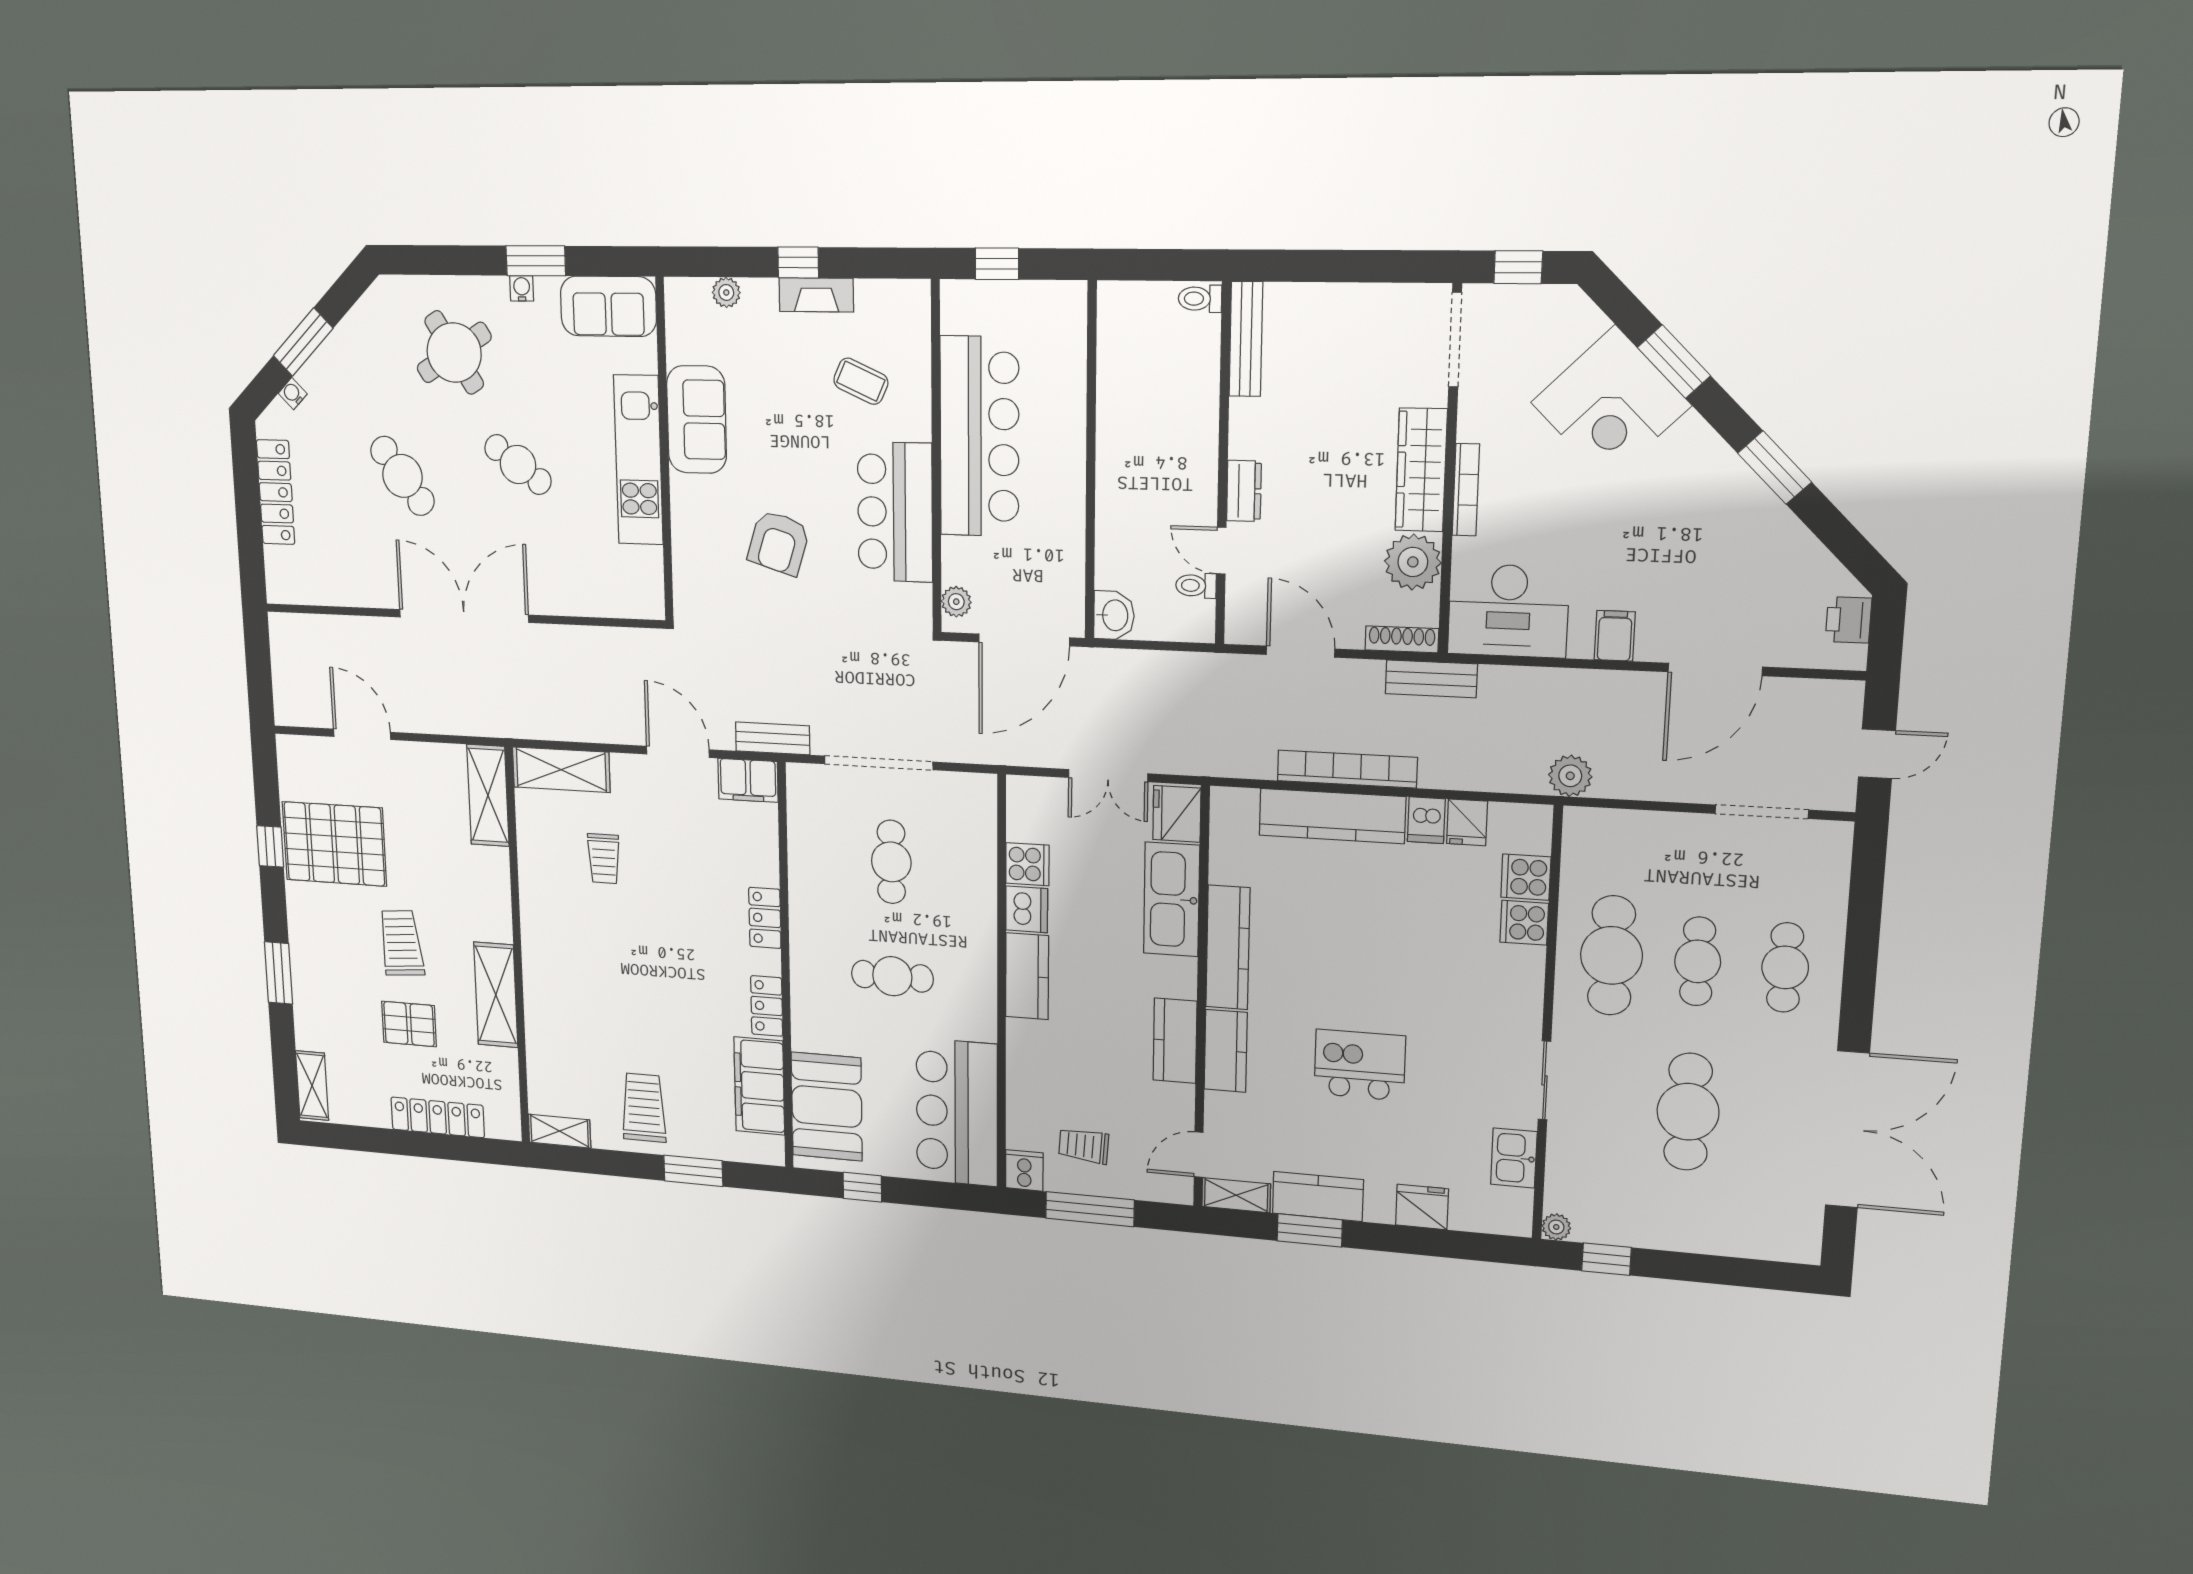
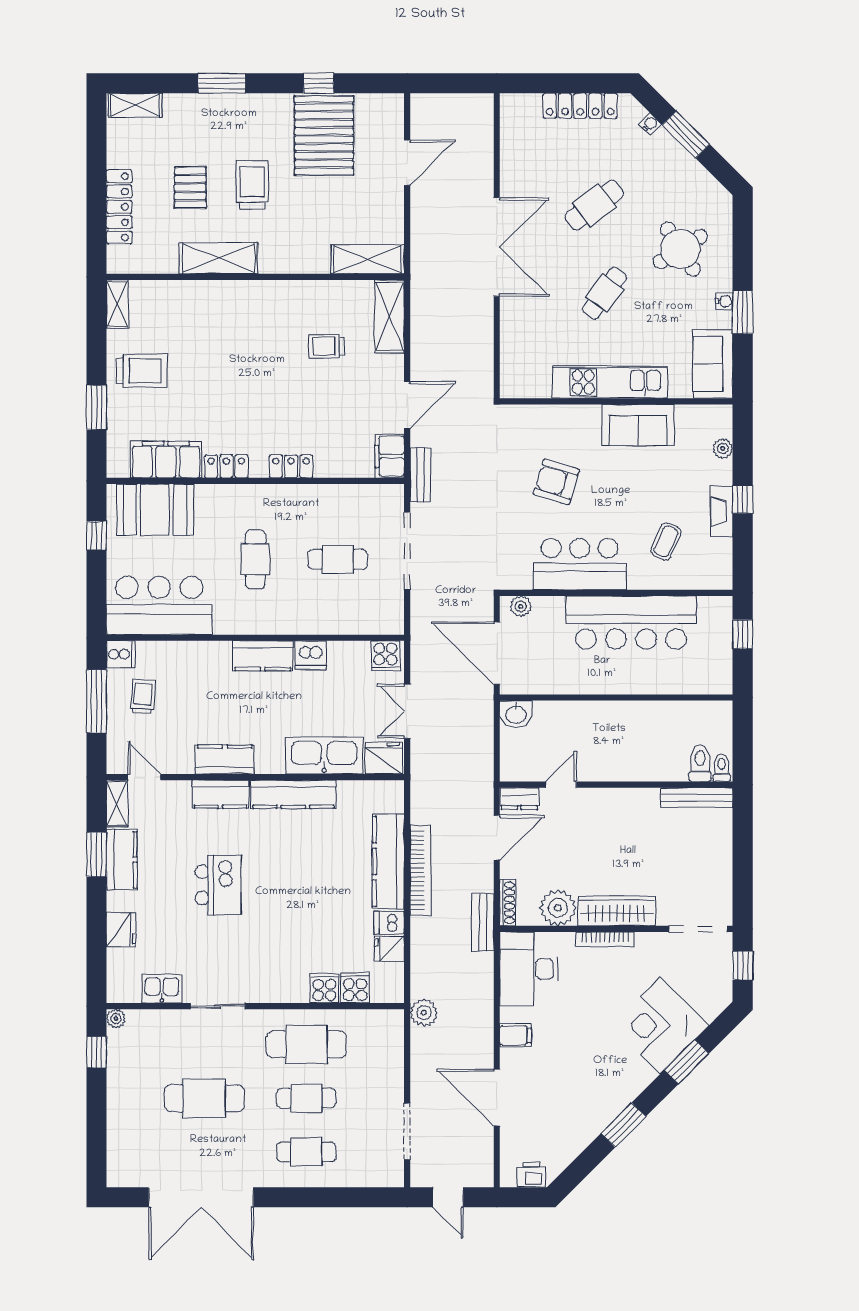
dresser: (1244, 491) -> (519, 799), moved
toilet: (1196, 586) -> (700, 763), moved, width x1.37, depth x1.39
cooker: (1027, 864) -> (385, 656), moved
trolley: (401, 943) -> (252, 185), turned -85

